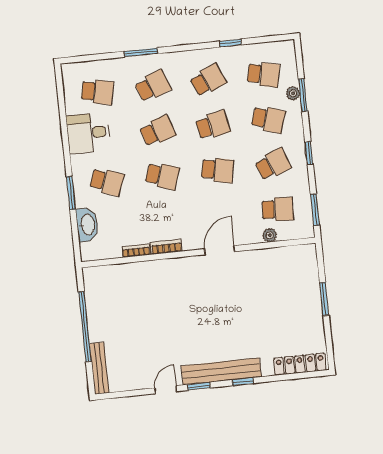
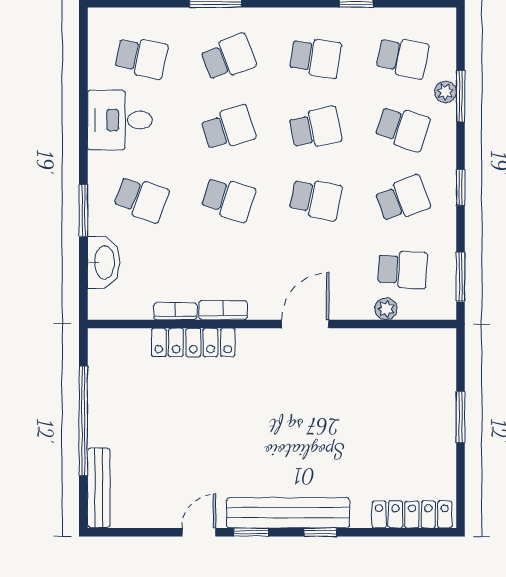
school desk: (208, 80) -> (316, 57), turned 33
locker: (150, 269) -> (193, 342), added

